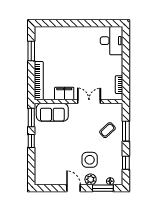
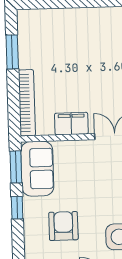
sofa: (52, 112) -> (37, 169), moved, turned -90
armchair: (58, 153) -> (63, 226), added

